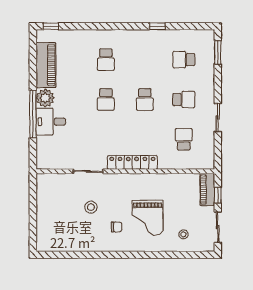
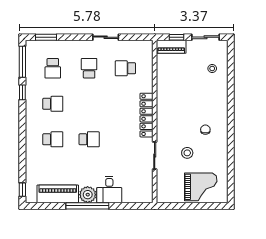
window: (191, 26) -> (22, 62), added
school desk: (145, 99) -> (53, 104), moved
window: (33, 114) -> (87, 206), moved
grand piano: (148, 218) -> (201, 187), moved

